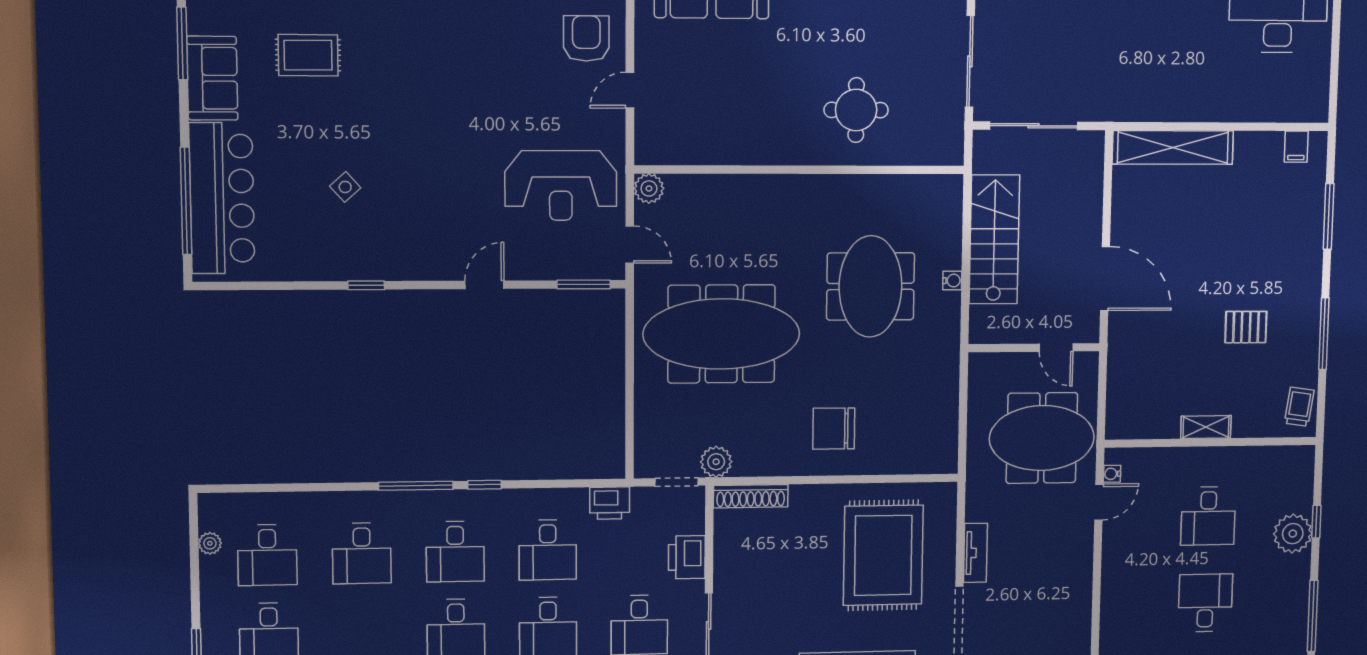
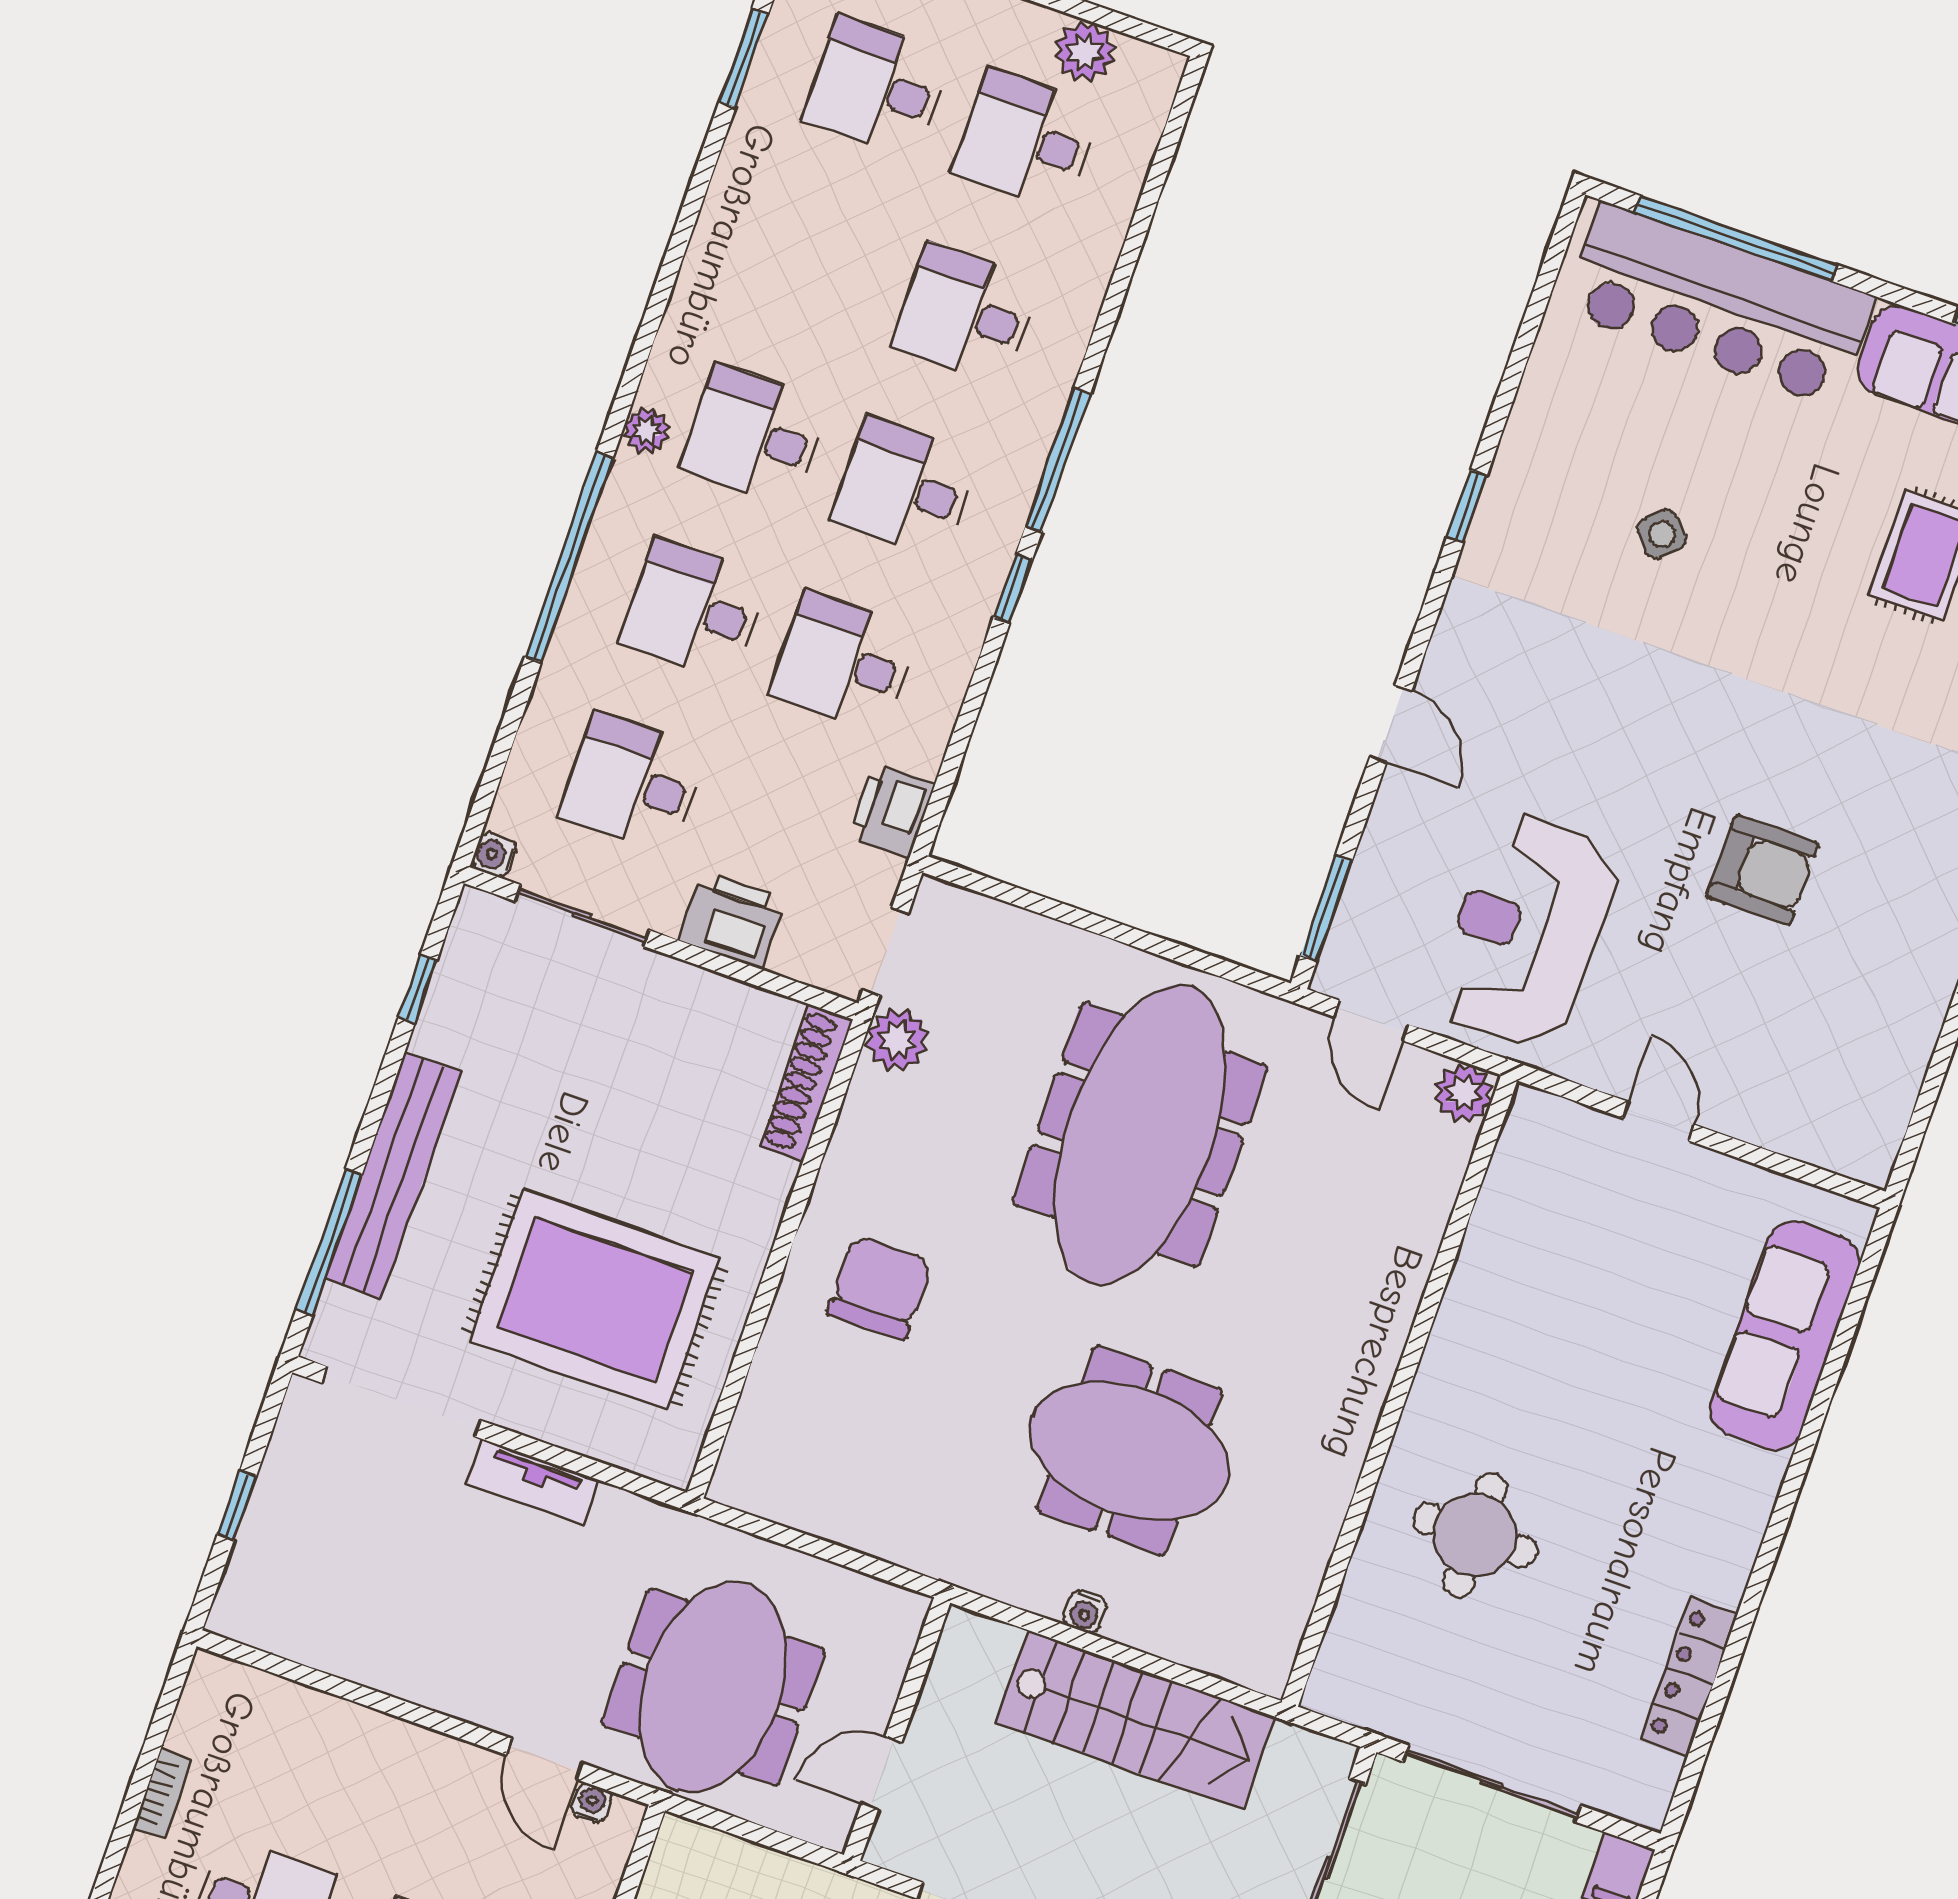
armchair: (586, 39) -> (1763, 870), moved
door: (630, 245) -> (1371, 1020), hinge flipped
plant: (210, 543) -> (1085, 52), width x1.38, depth x1.38

